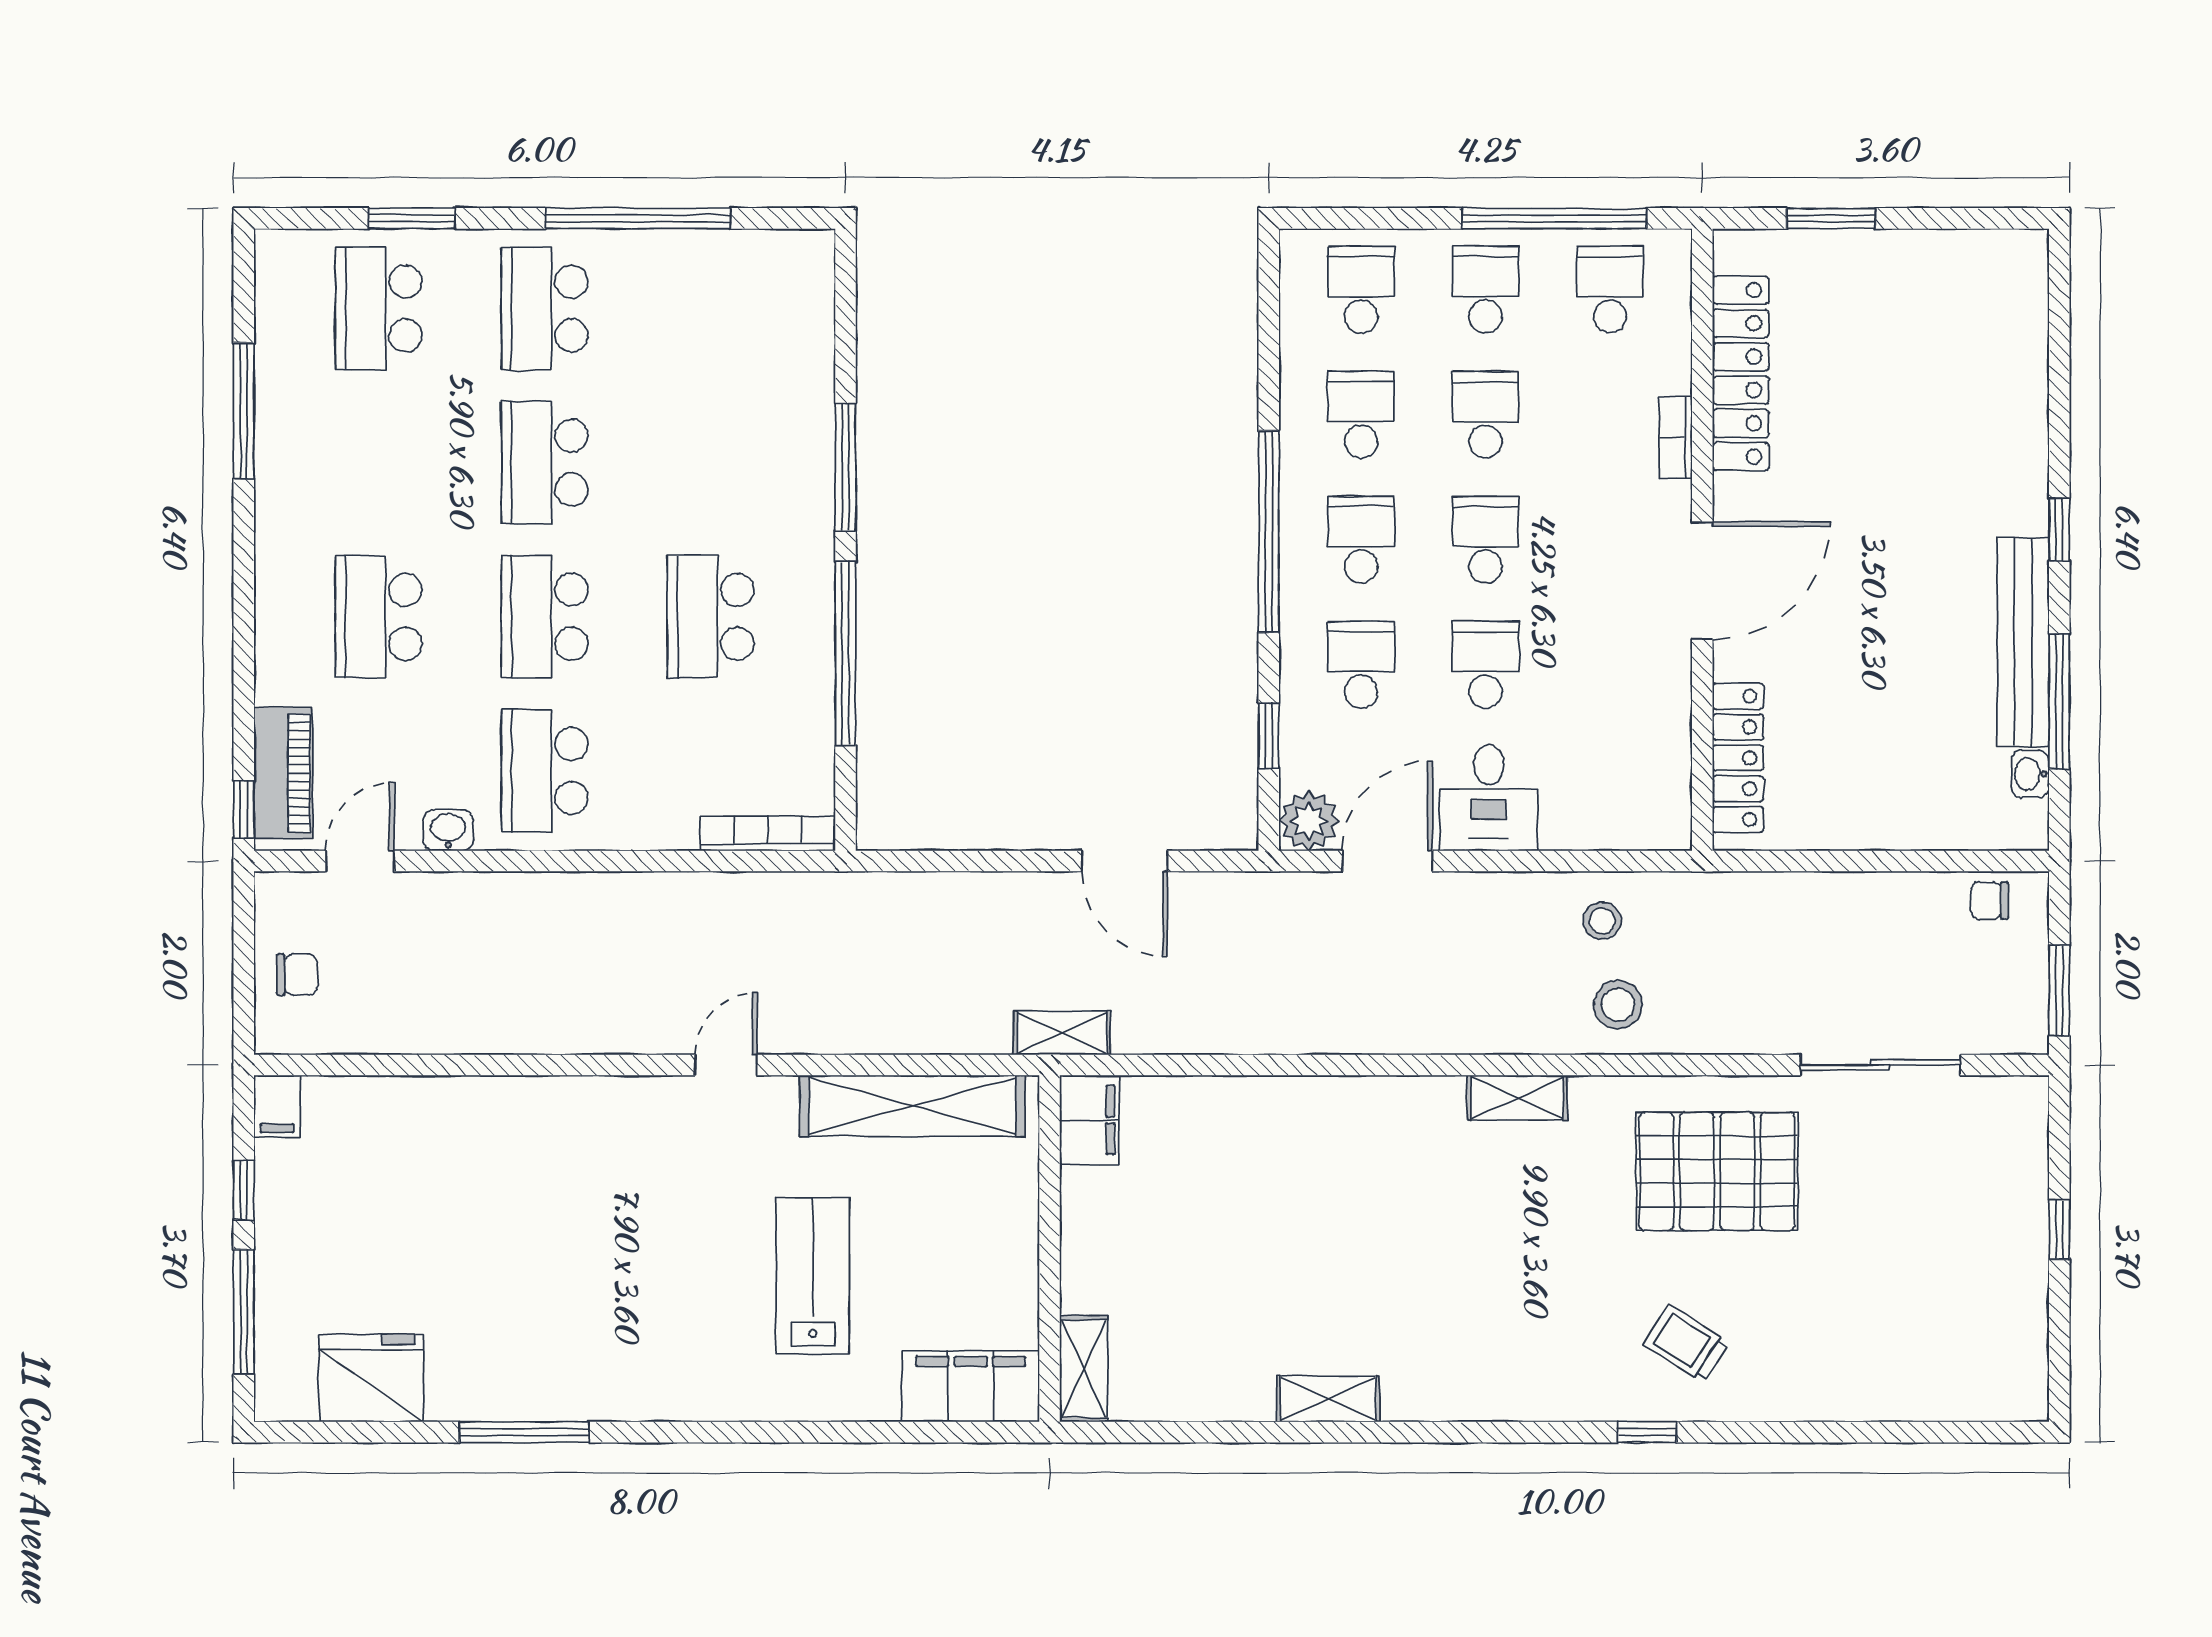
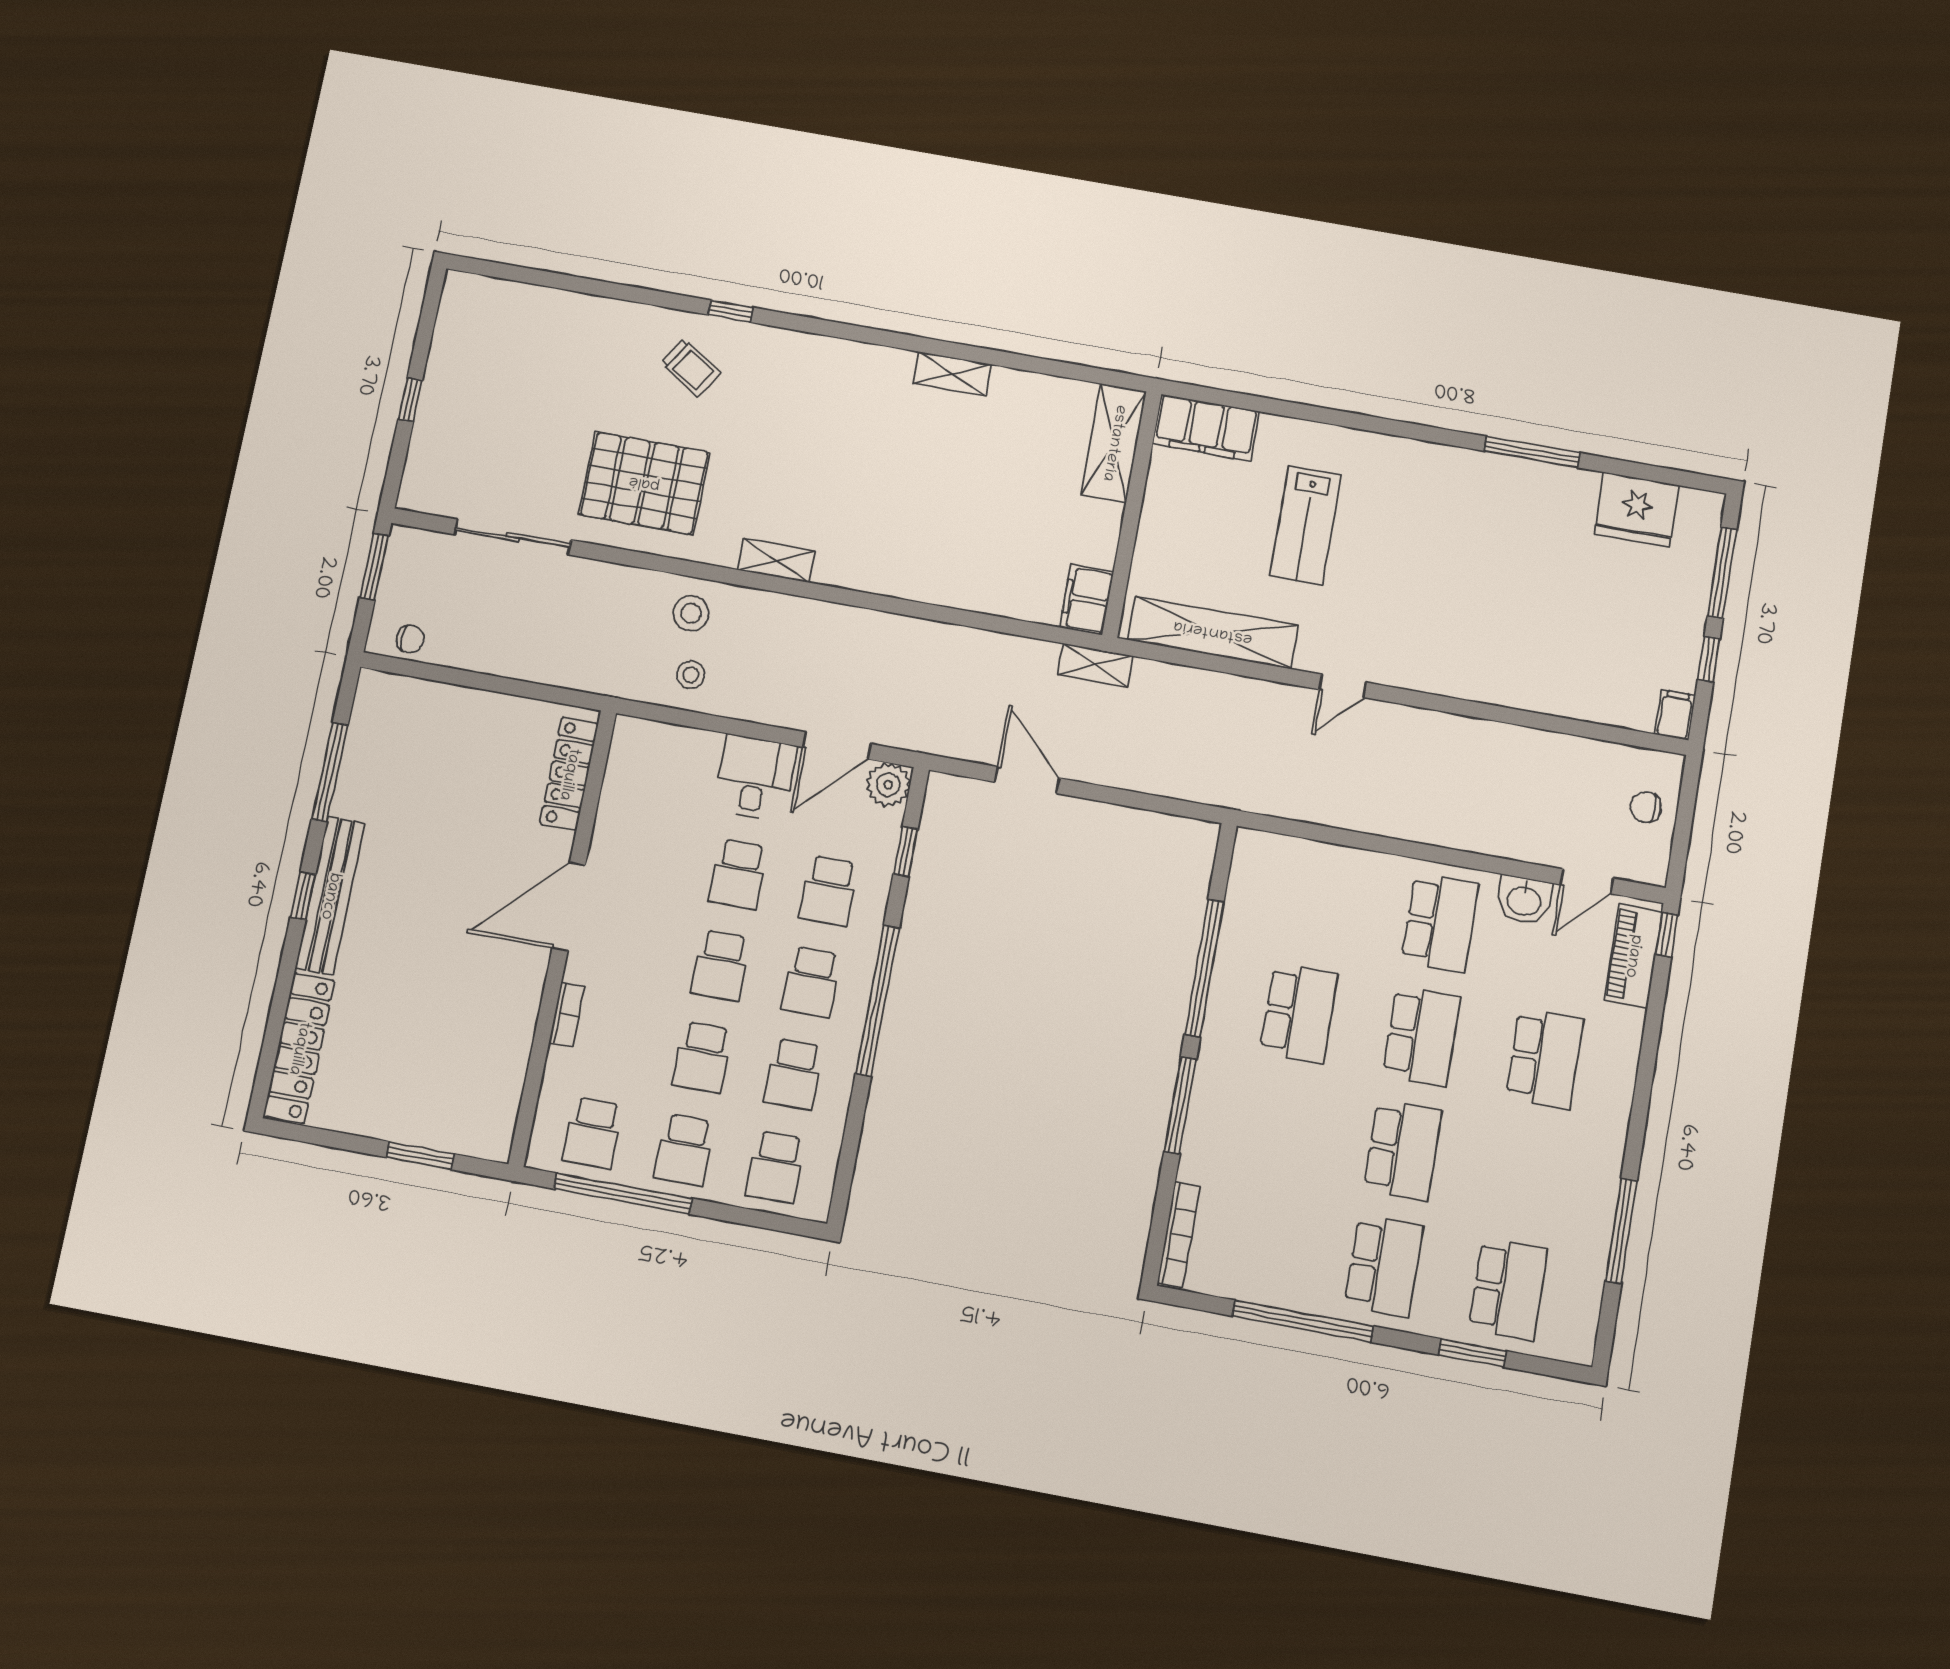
locker: (1741, 373) -> (299, 1048), moved, turned 180
bench: (2023, 642) -> (330, 896), moved
washbasin: (2030, 774) -> (362, 724), removed
washbasin: (448, 830) -> (1524, 900), width x1.38, depth x1.45
bookcase: (768, 833) -> (1179, 1235), moved, turned -90
shelving: (1084, 1369) -> (1114, 443), width x1.50, depth x1.33

